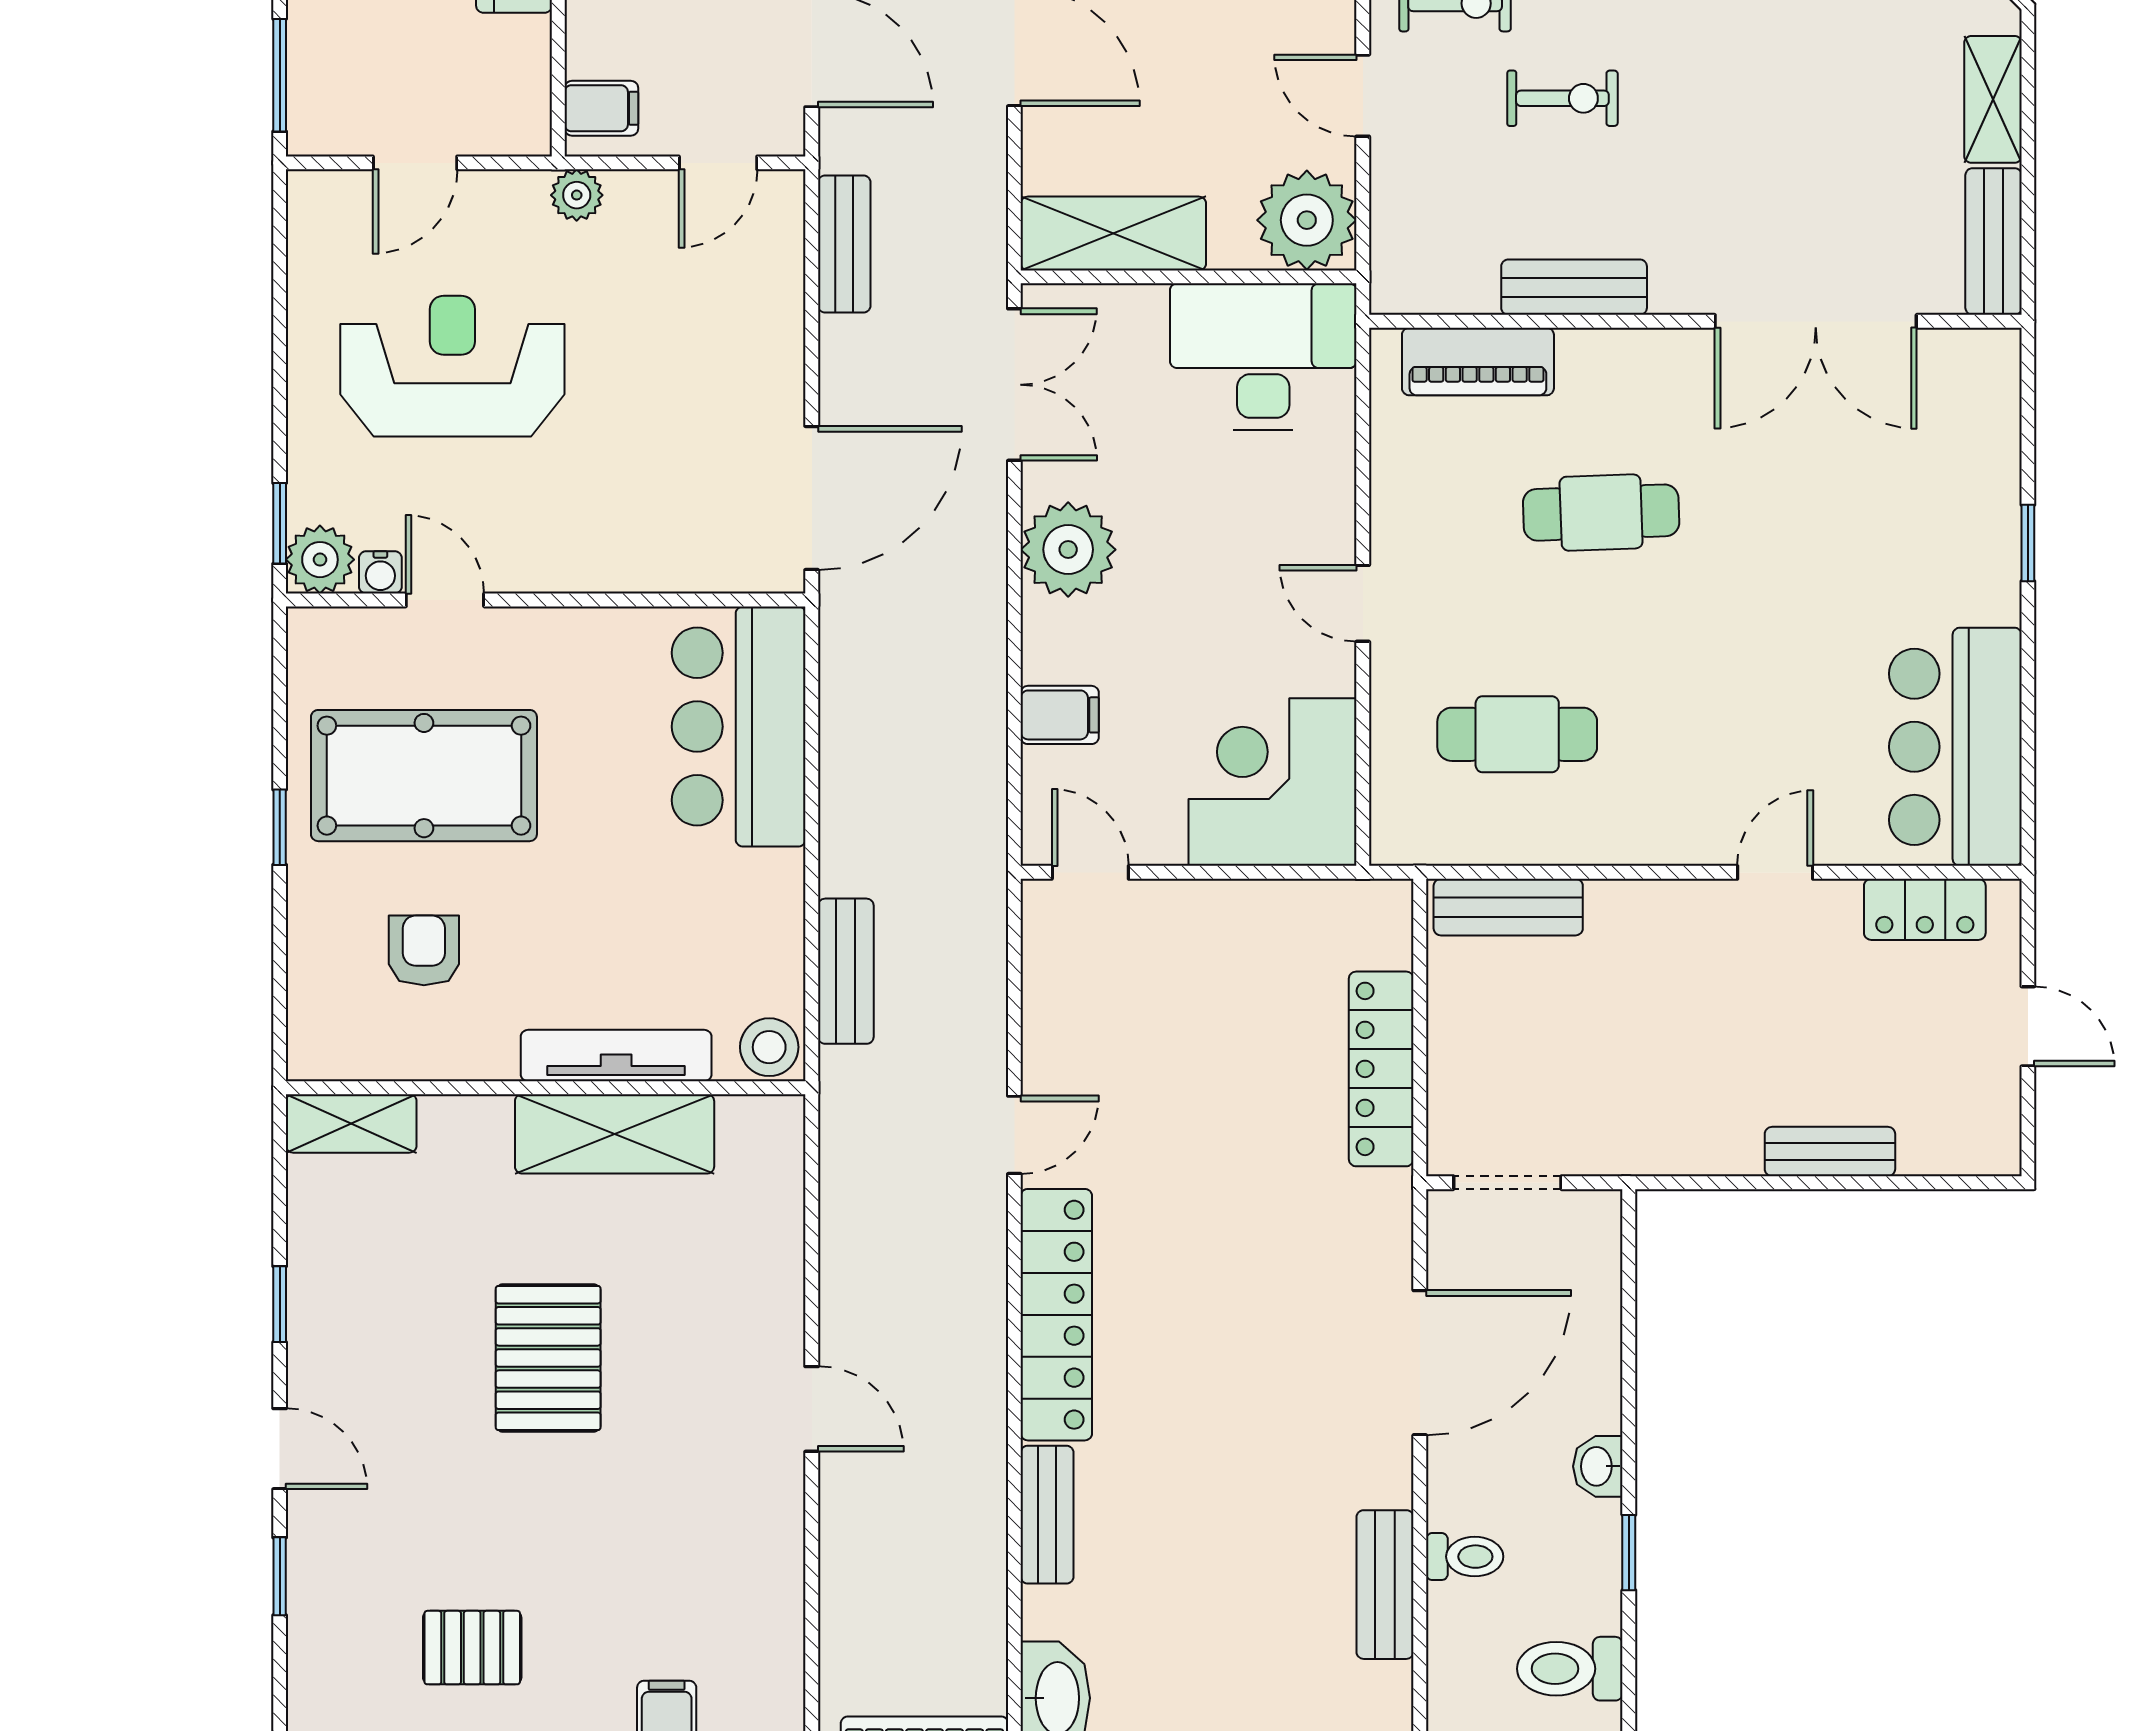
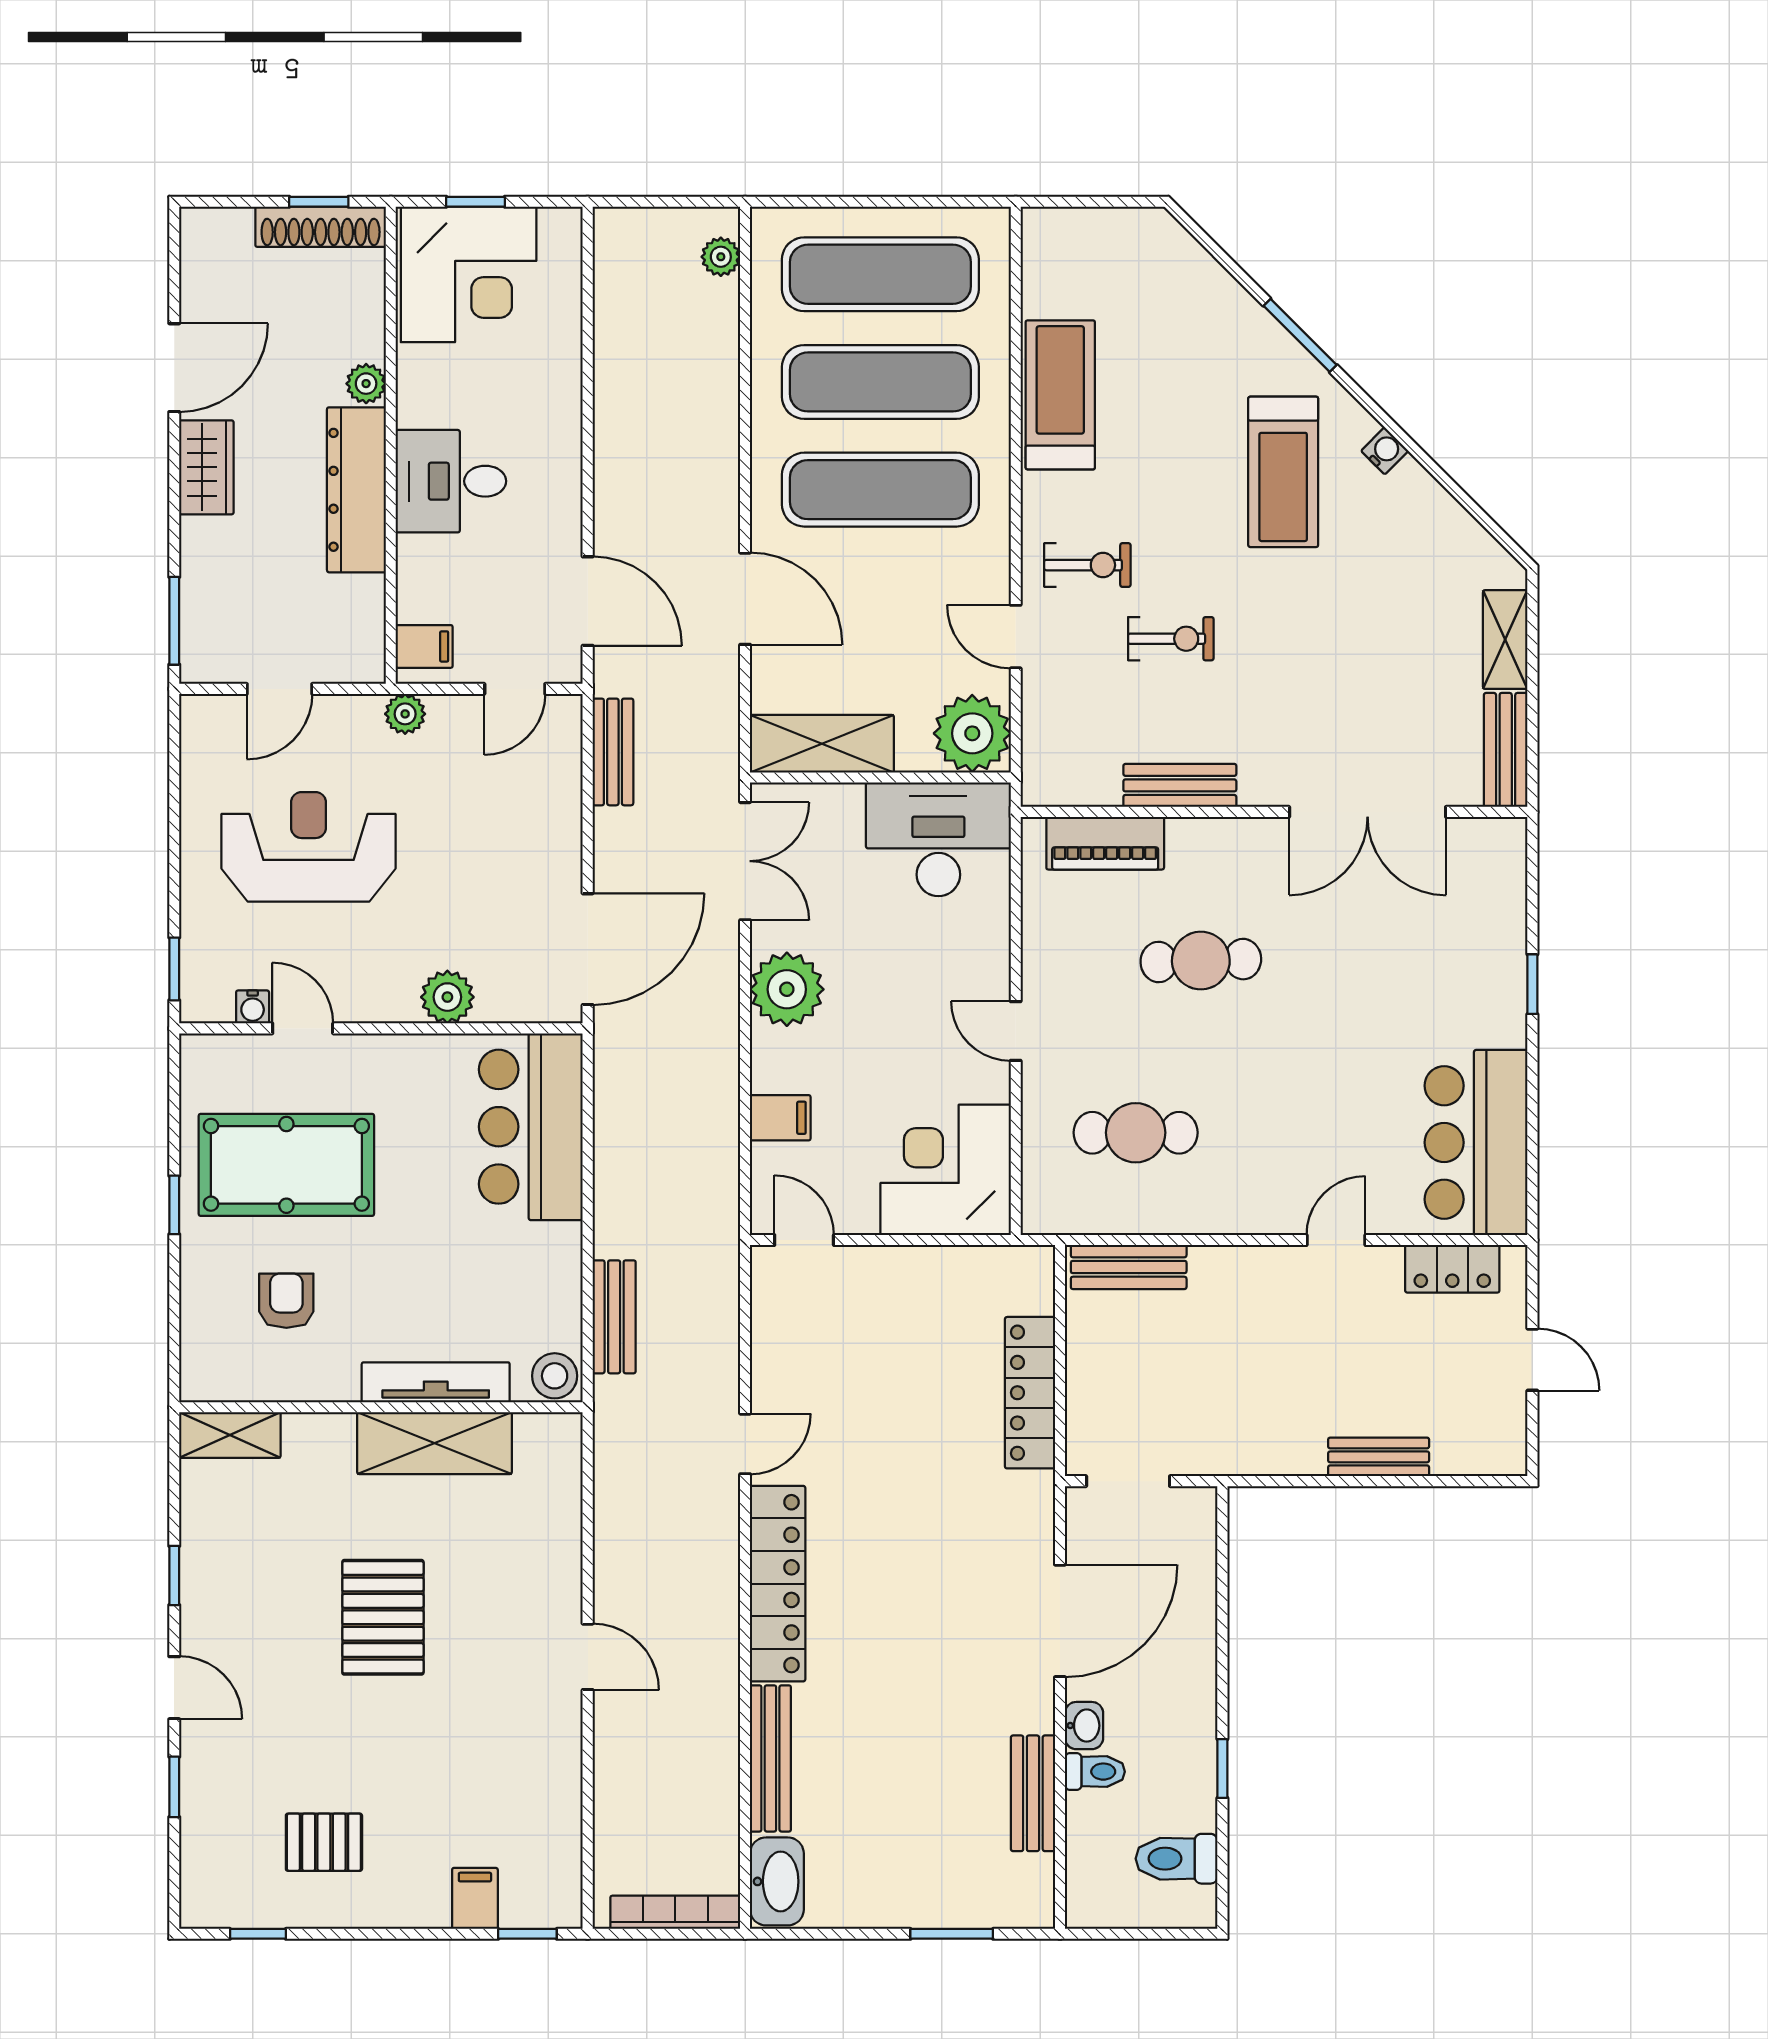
plant: (320, 560) -> (447, 997), moved
washbasin: (1598, 1466) -> (1084, 1726), moved, turned 180
bench: (1047, 1515) -> (770, 1758), width x1.36

